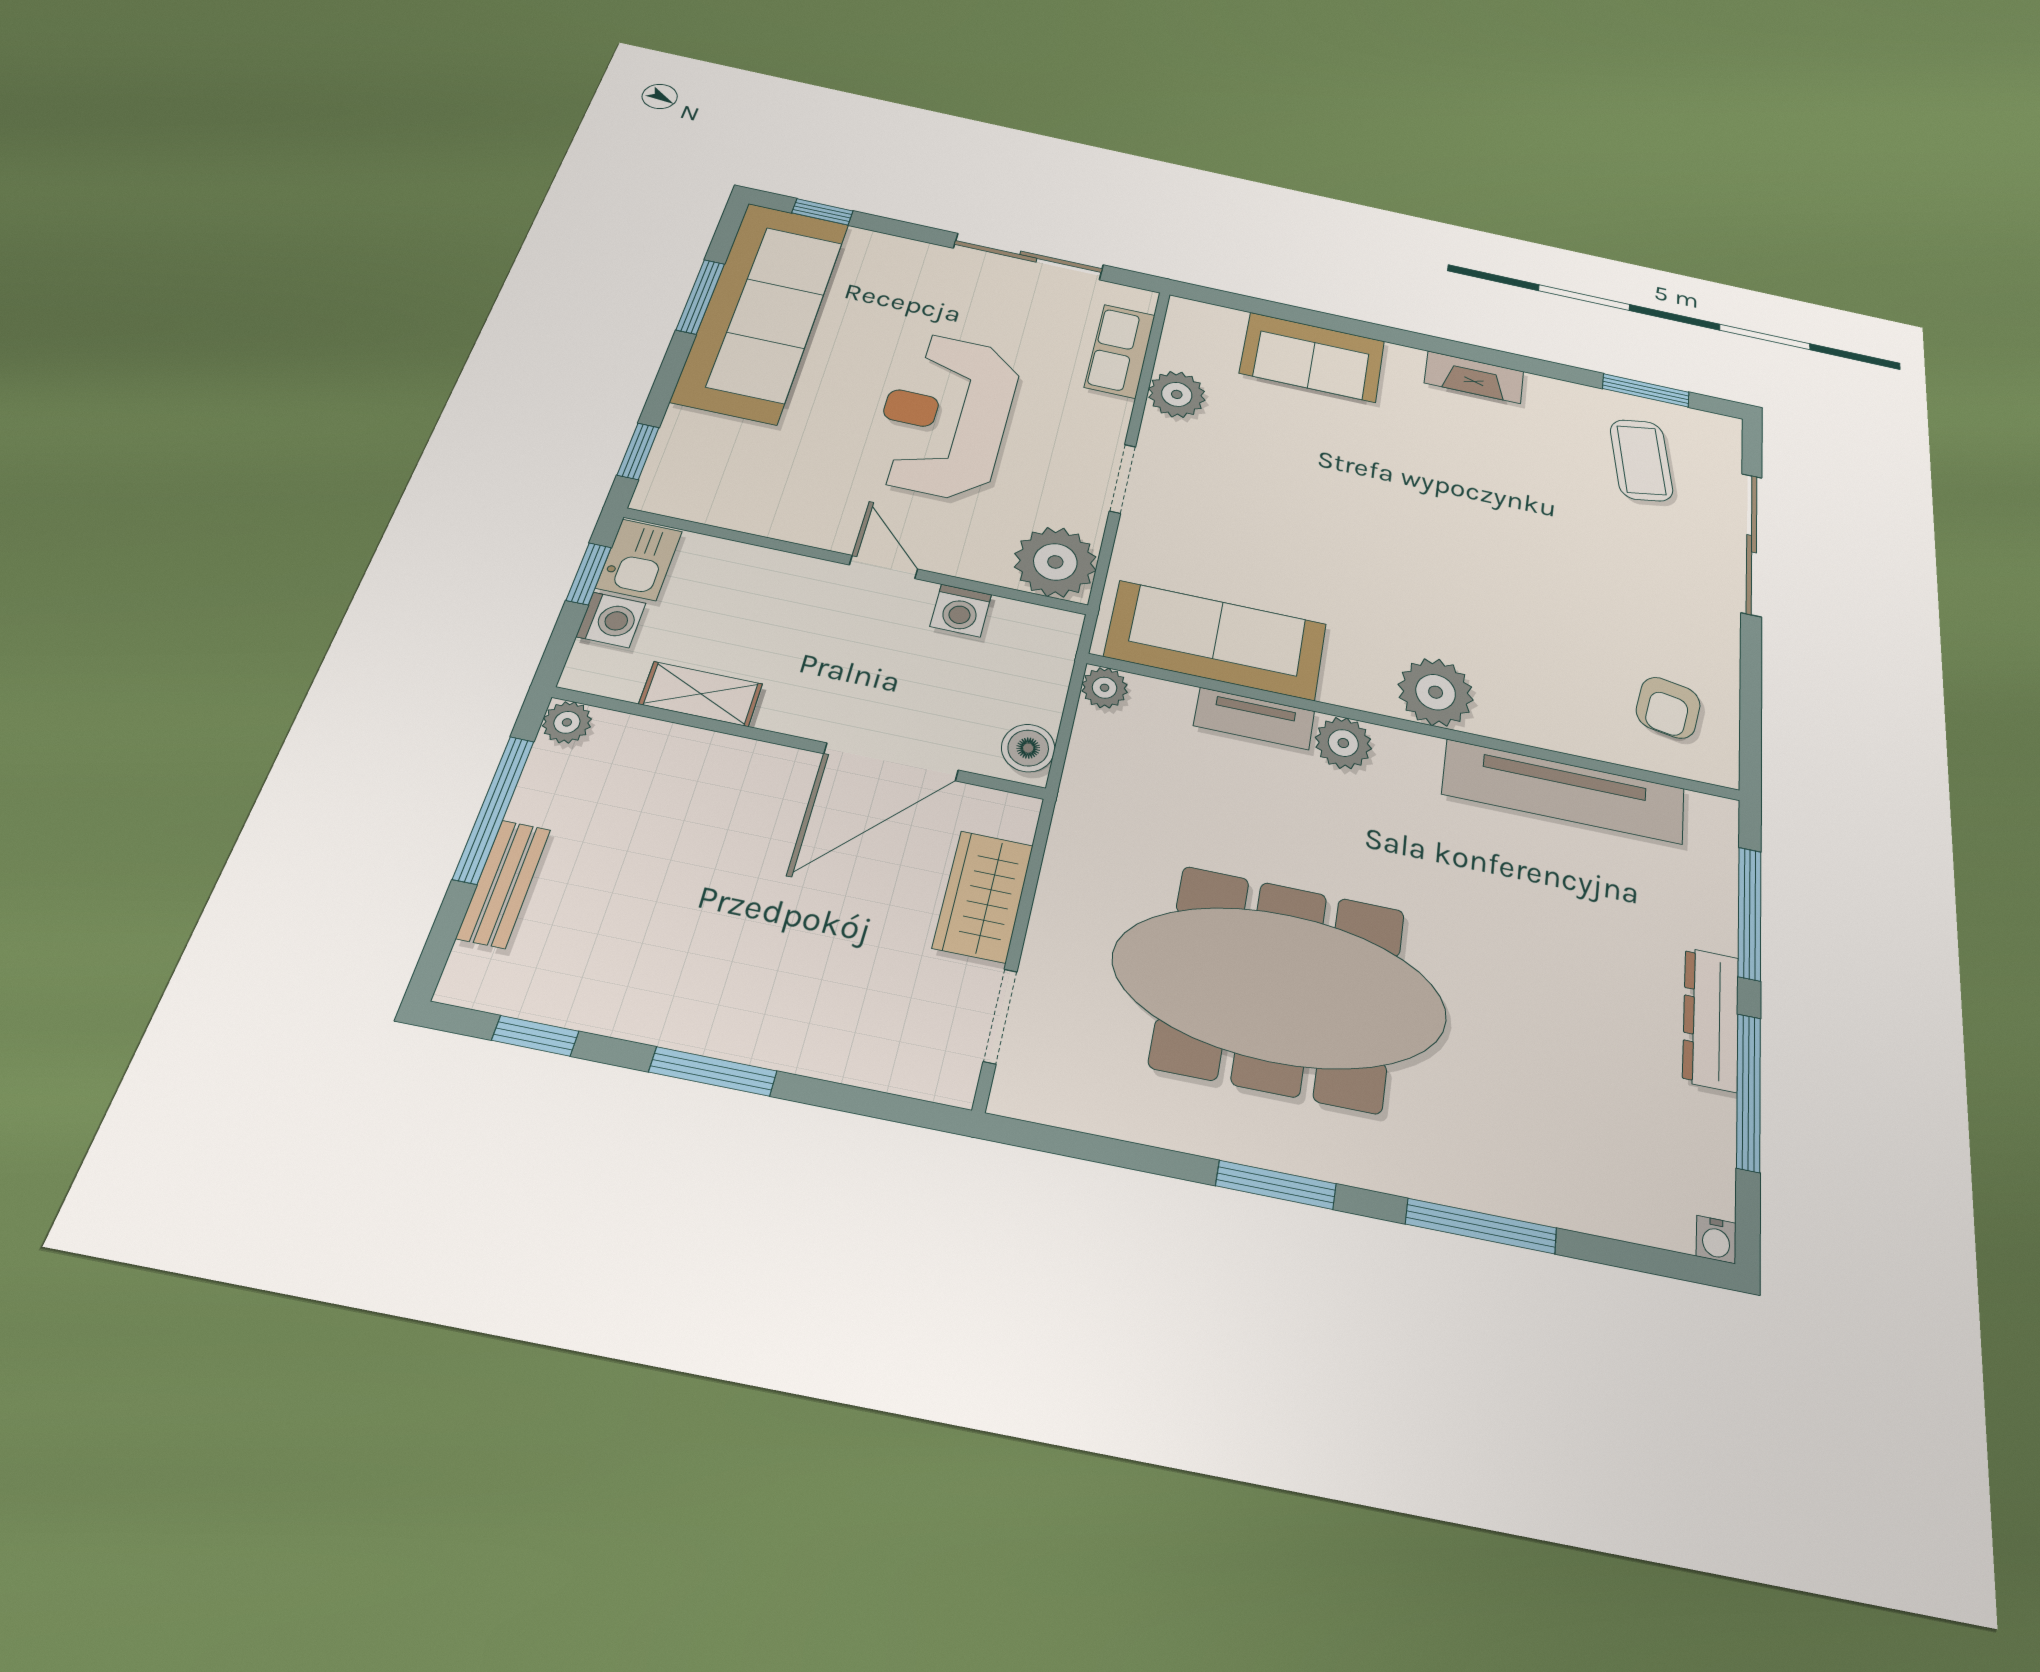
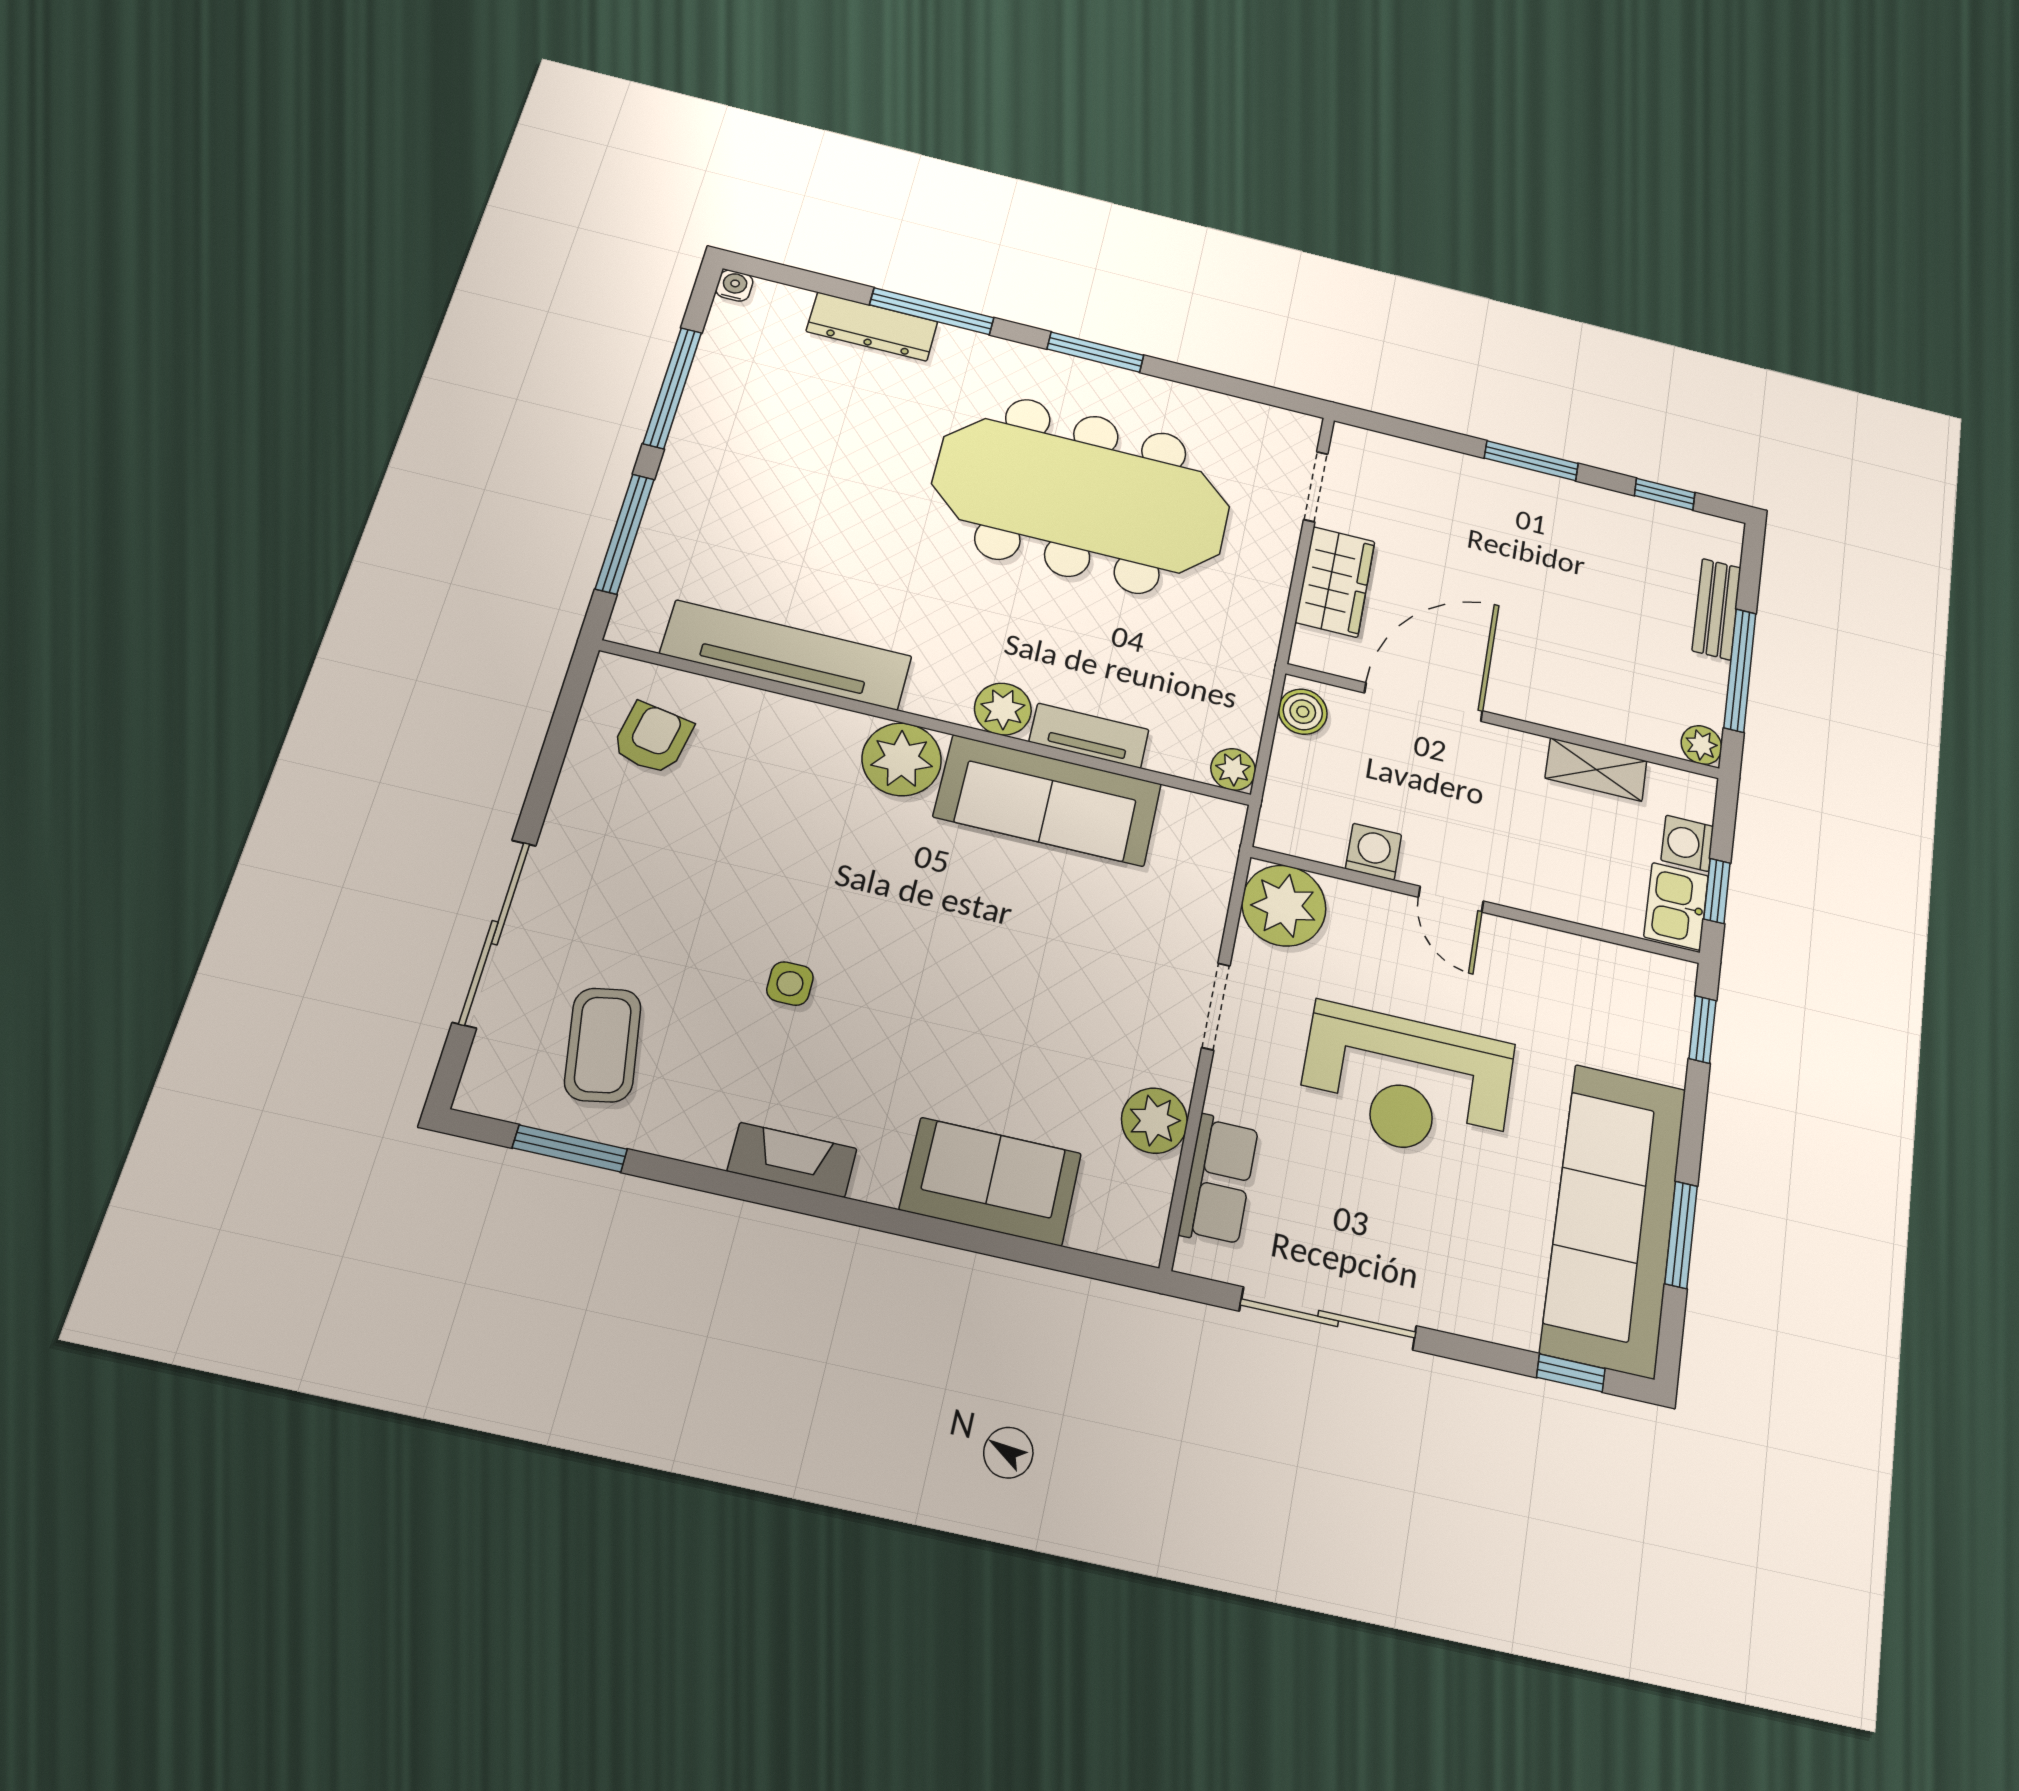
reception desk: (945, 415) -> (1406, 1083), turned 90
side table: (1501, 502) -> (790, 984), added
sofa: (1216, 640) -> (1048, 800), moved
dresser: (1711, 1019) -> (872, 327), moved, turned 90

